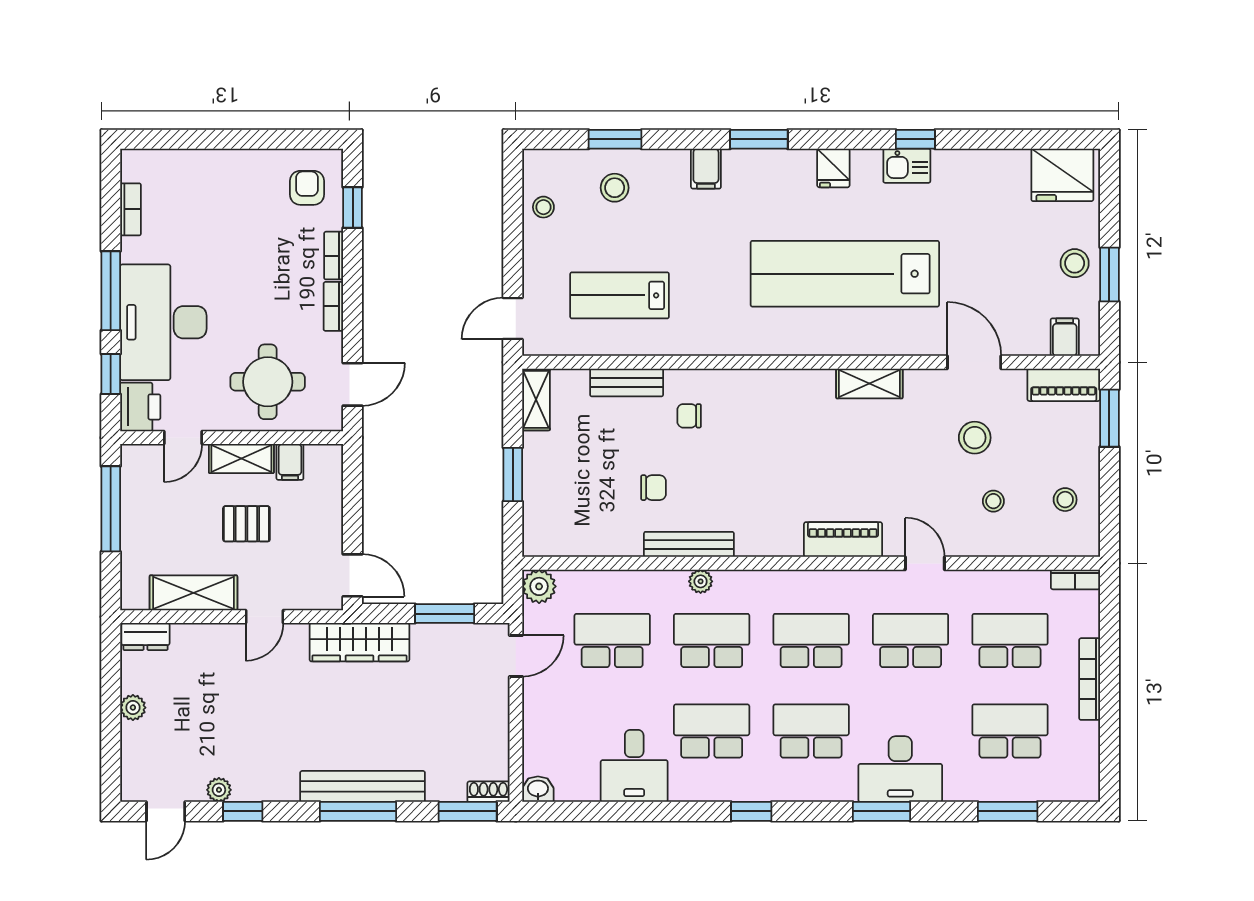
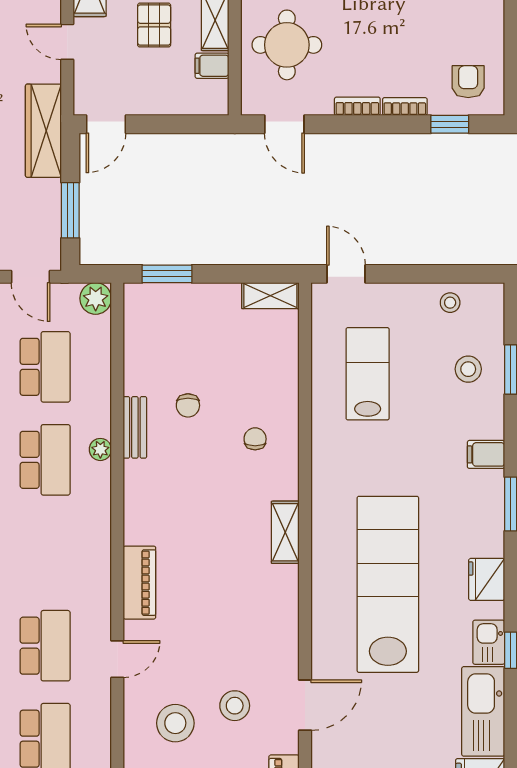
fridge: (833, 168) -> (487, 579), width x1.38
kitchen sink: (981, 172) -> (483, 711), added
armchair: (307, 188) -> (468, 82), turned -90
bench: (627, 382) -> (286, 380), removed
shelving: (869, 383) -> (285, 532), moved
window: (513, 474) -> (167, 274), moved
stool: (993, 501) -> (175, 723), width x1.89, depth x1.89
bench: (689, 544) -> (135, 427), width x0.73
school desk: (811, 640) -> (45, 553), removed

